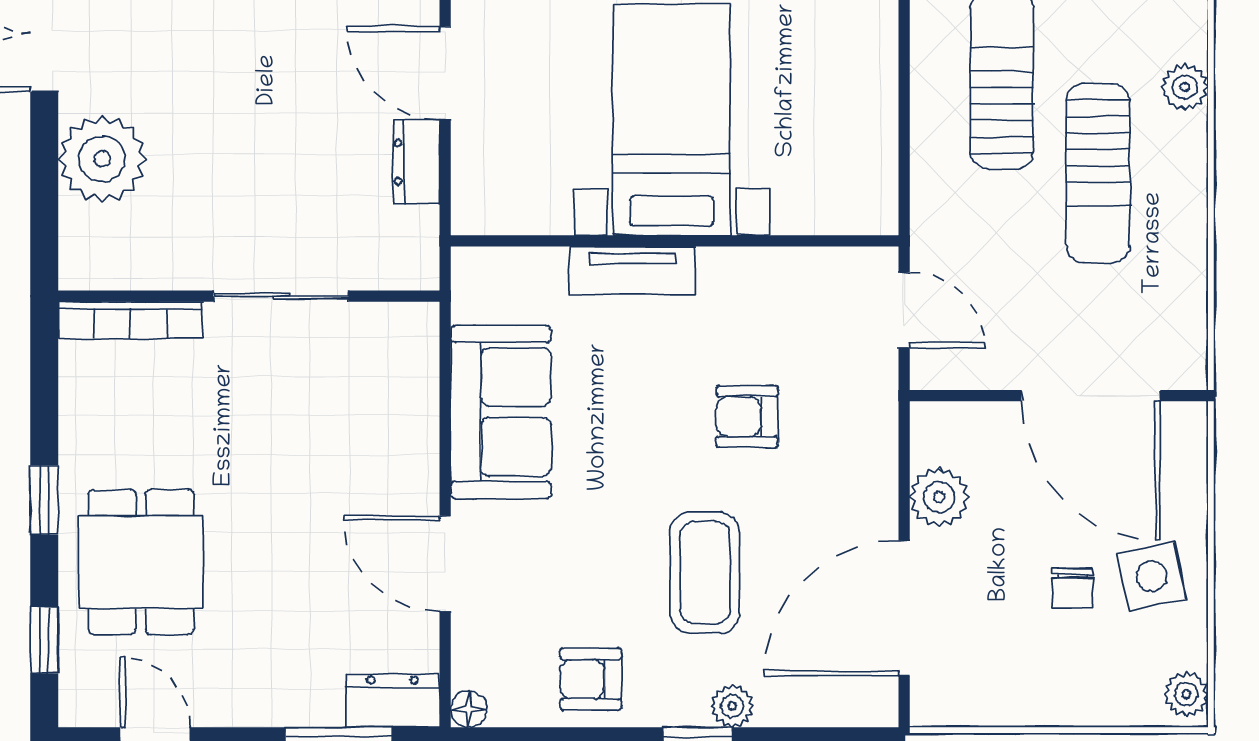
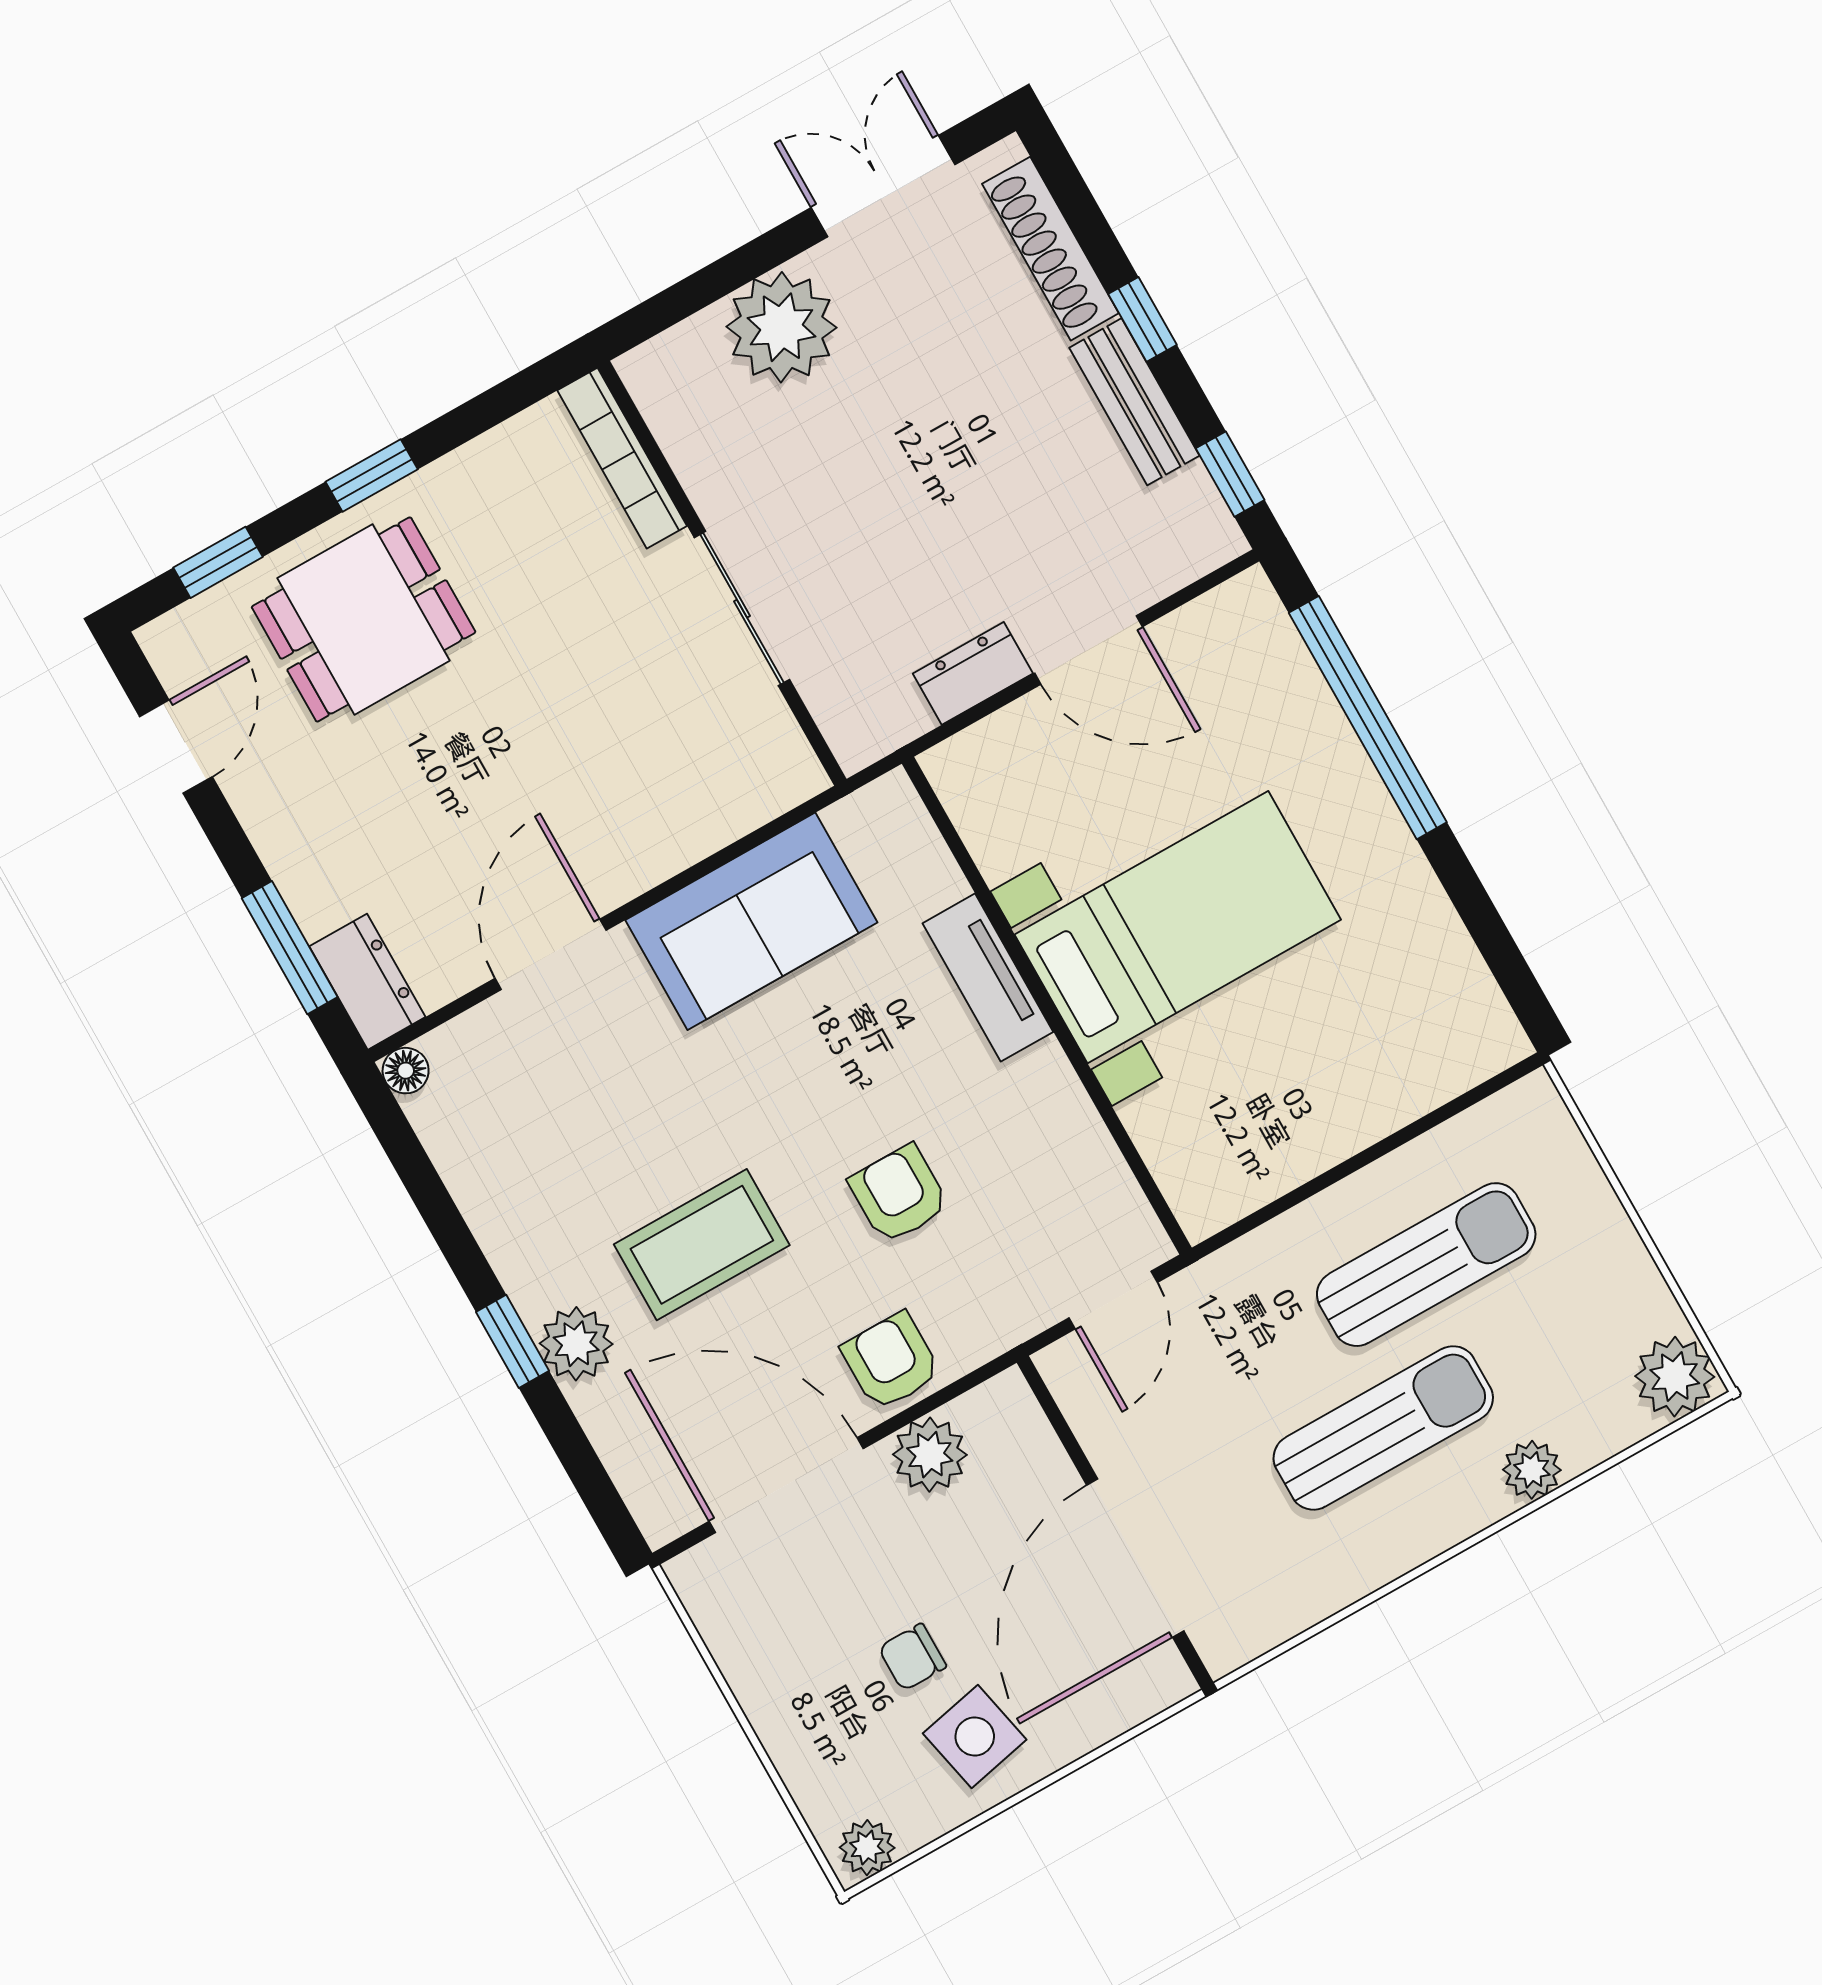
door: (445, 73) -> (1089, 650), swing flipped
sun lounger: (1098, 173) -> (1383, 1428), turned 180
armchair: (591, 679) -> (891, 1361), moved
plant: (732, 706) -> (576, 1344), width x1.38, depth x1.38

